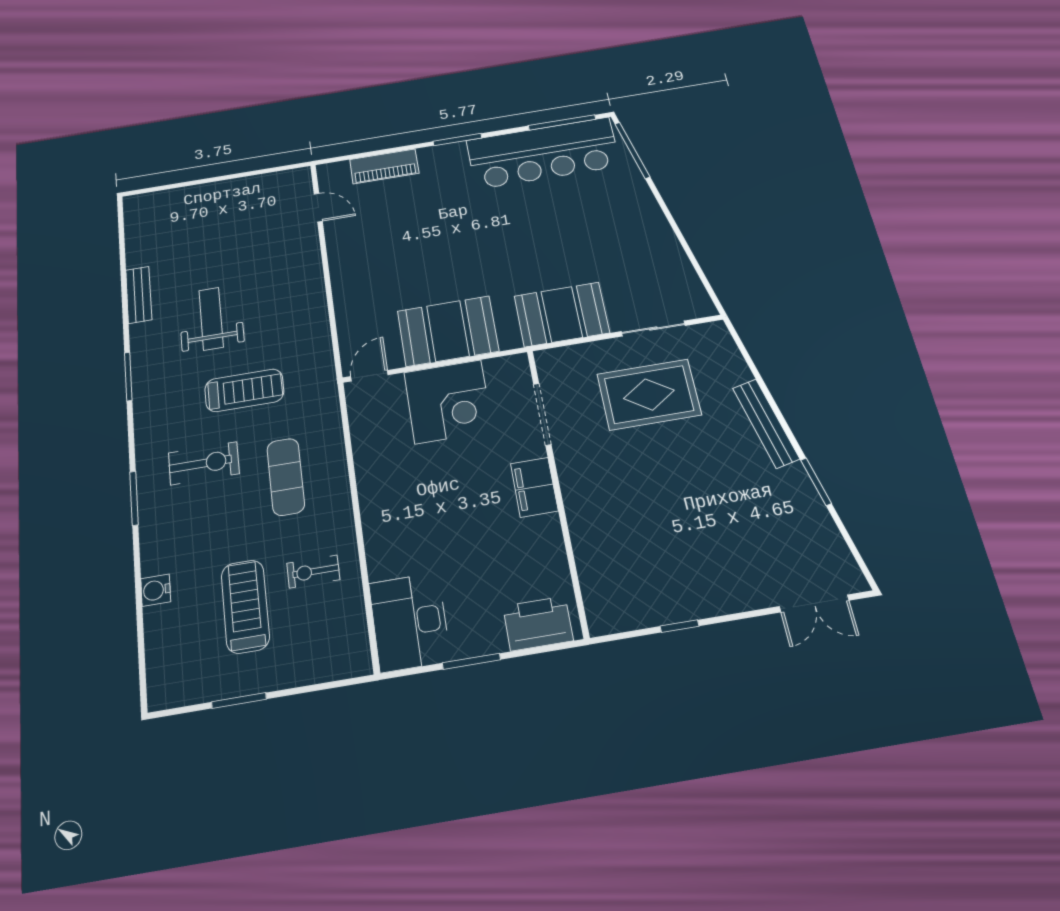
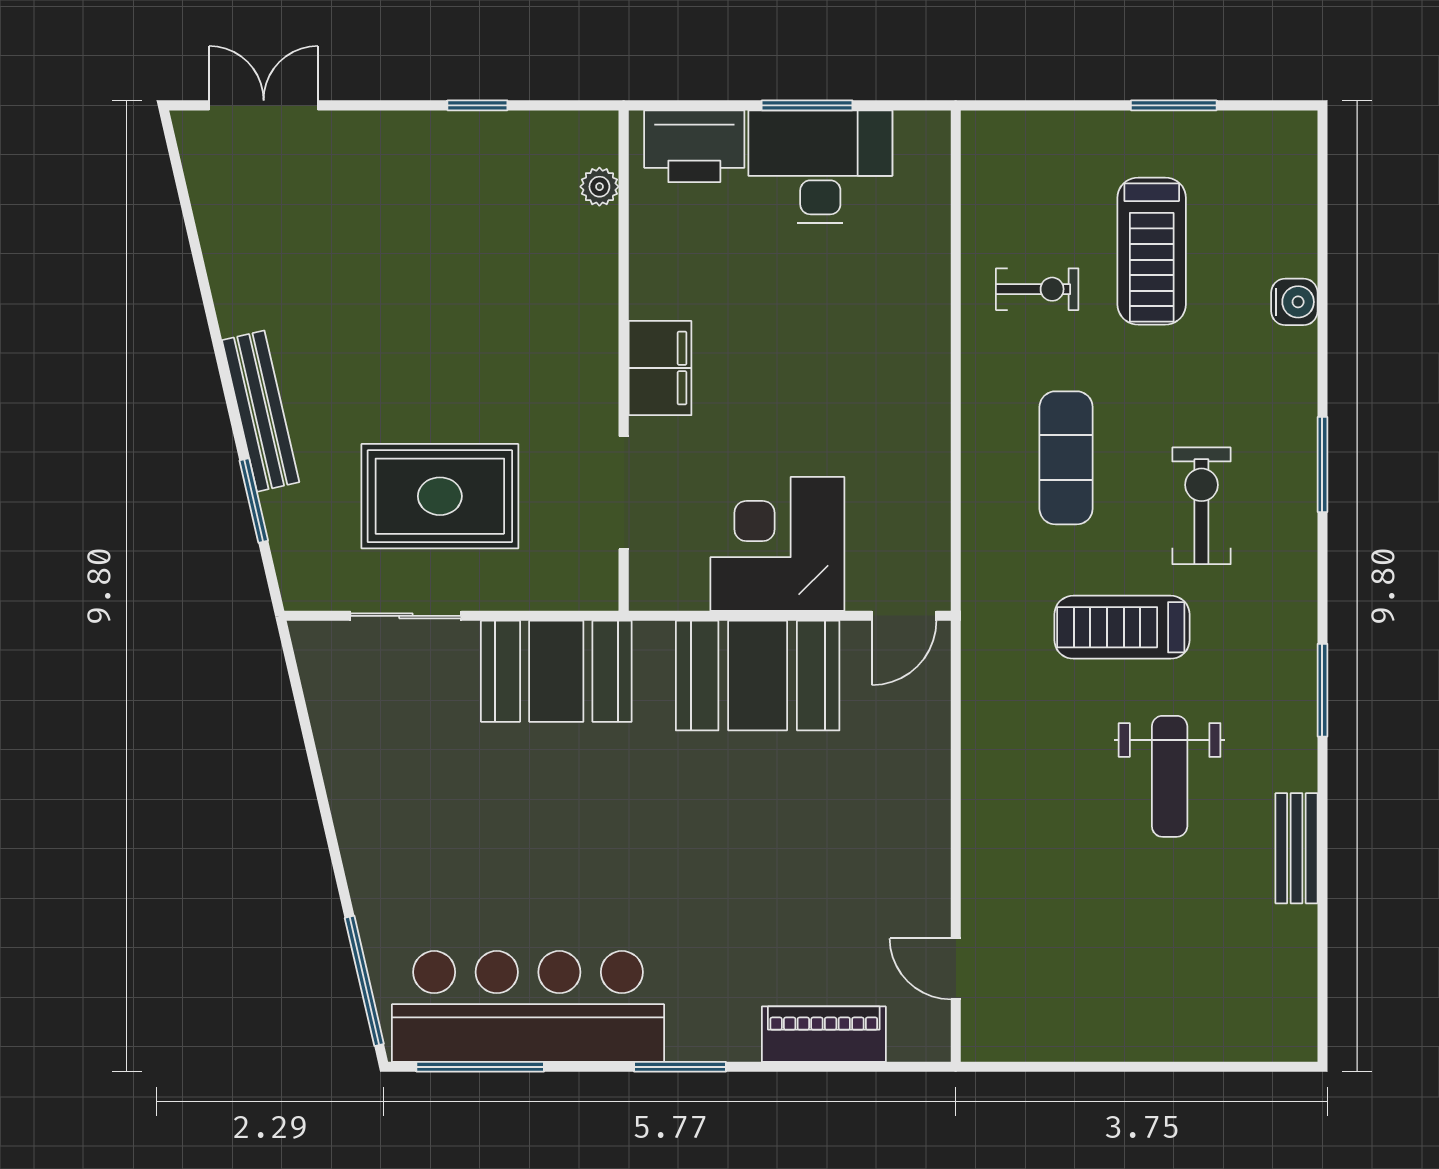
exercise bike: (204, 463) -> (1201, 506), turned 90
window: (816, 482) -> (254, 500), moved
plant: (592, 588) -> (599, 187), added
desk: (409, 622) -> (820, 167), moved, turned -90

